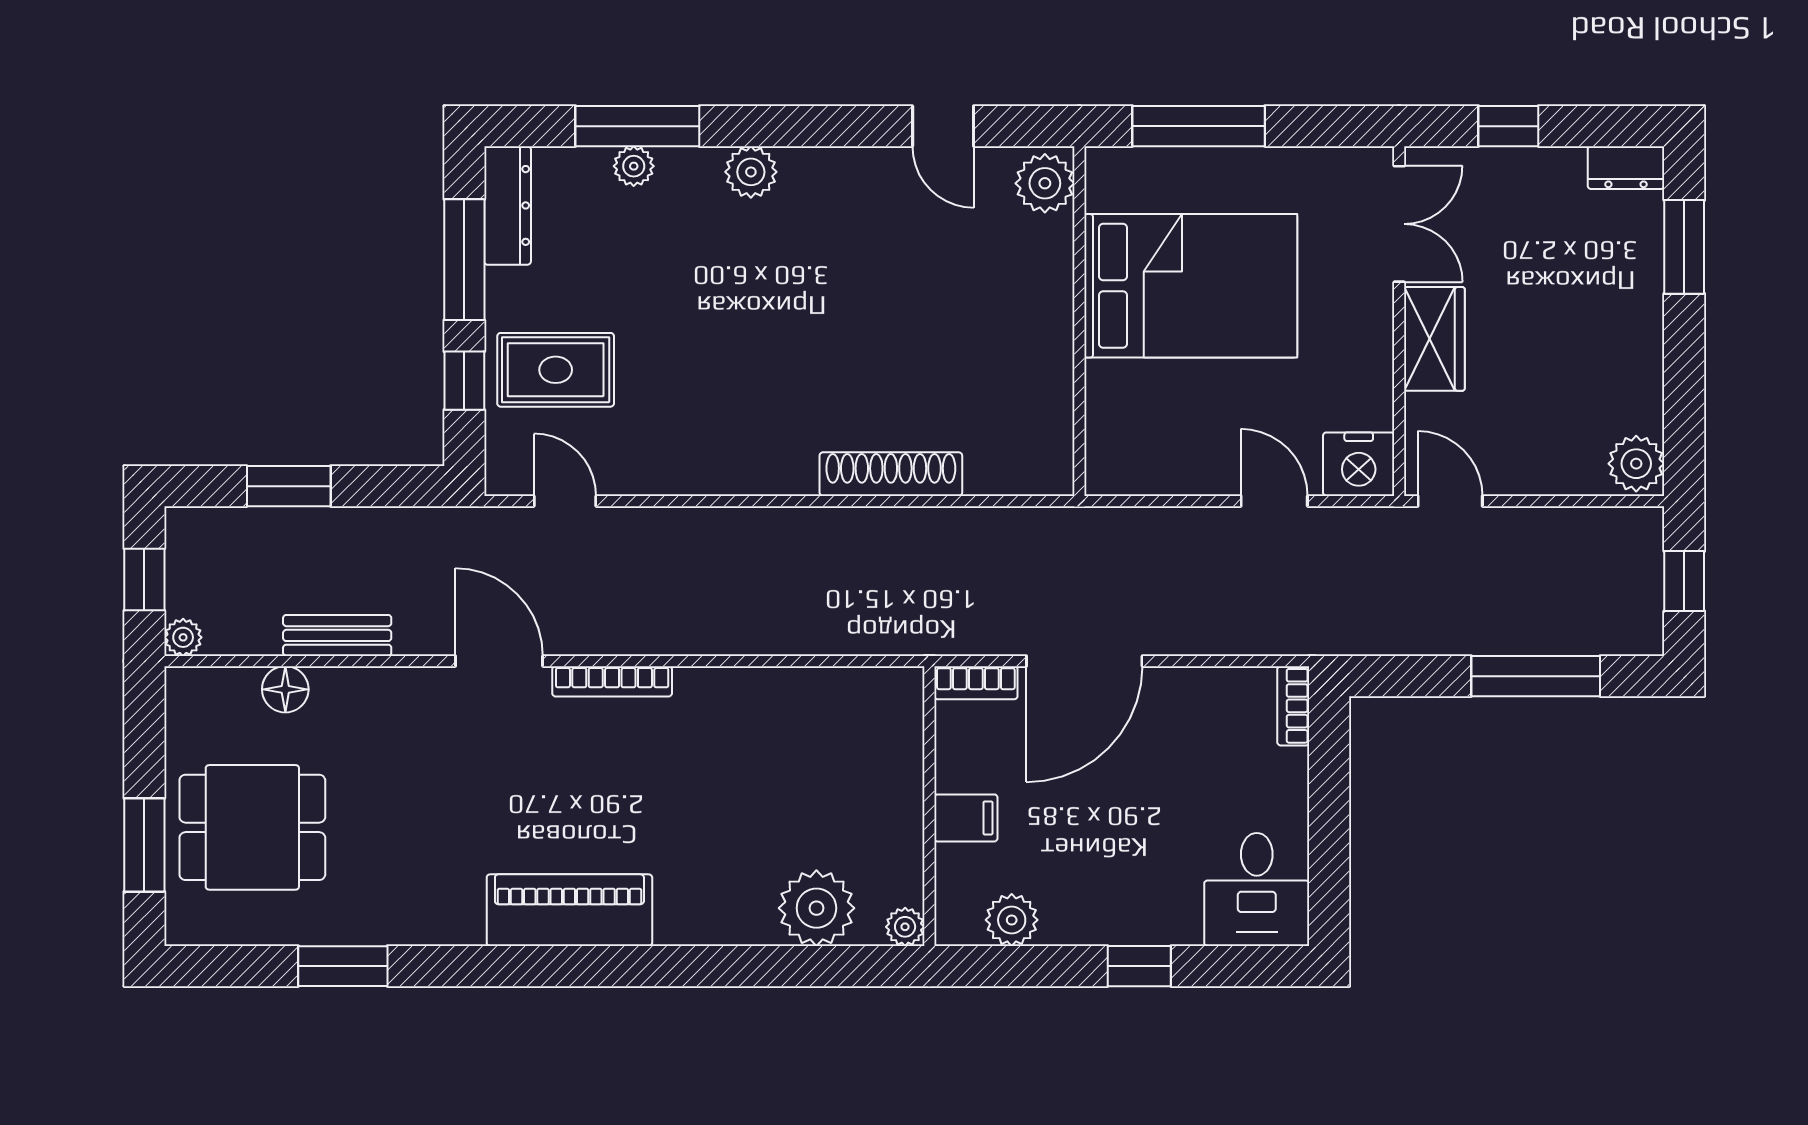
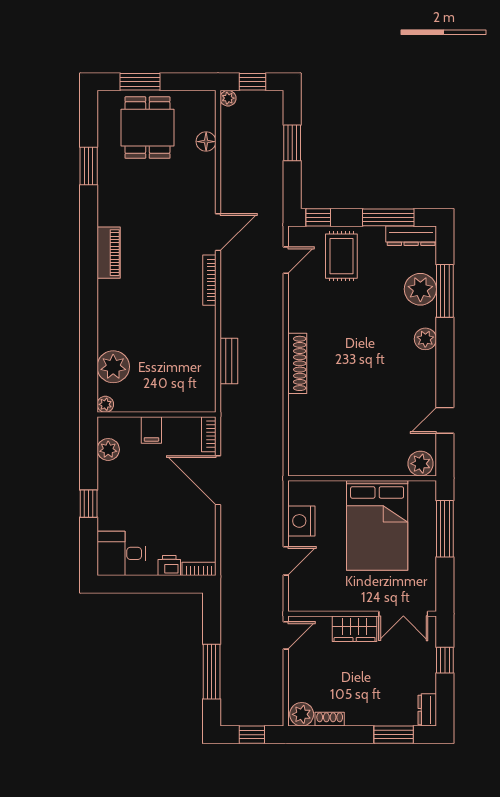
plant: (634, 166) -> (420, 289), width x1.87, depth x1.87
window: (464, 381) -> (318, 217), moved
shoe rack: (1648, 398) -> (330, 719), added
nightstand: (1359, 464) -> (301, 521), moved
shoe rack: (891, 474) -> (297, 363), moved
bench: (337, 635) -> (229, 361), moved
printer: (1285, 776) -> (169, 566), added
piano: (569, 910) -> (109, 253), width x0.73, depth x0.75

